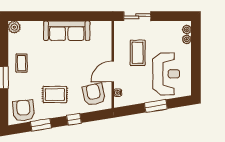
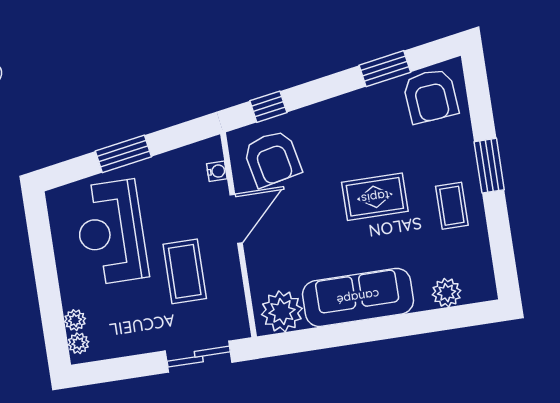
plant: (14, 27) -> (447, 293), moved
plant: (100, 30) -> (282, 311), added
rug: (55, 95) -> (375, 197), moved
window: (74, 119) -> (268, 107), moved

